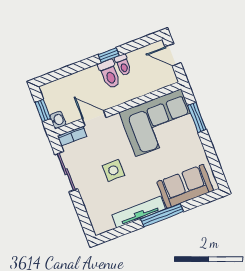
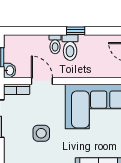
toilet: (123, 65) -> (55, 44), moved

